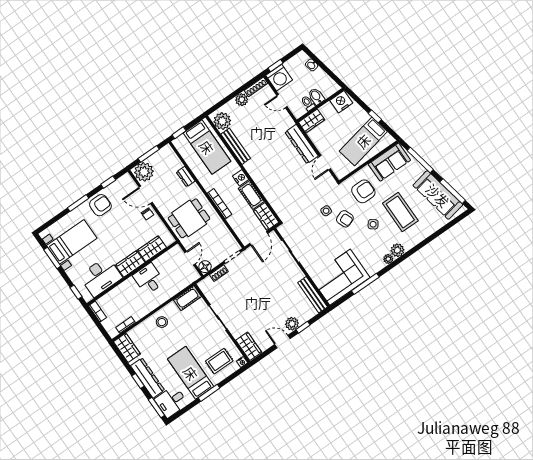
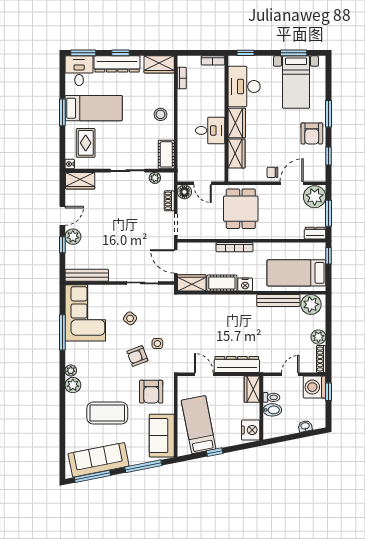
dresser: (186, 177) -> (315, 233), moved
side table: (373, 224) -> (130, 318), moved
plant: (210, 295) -> (155, 178), added

